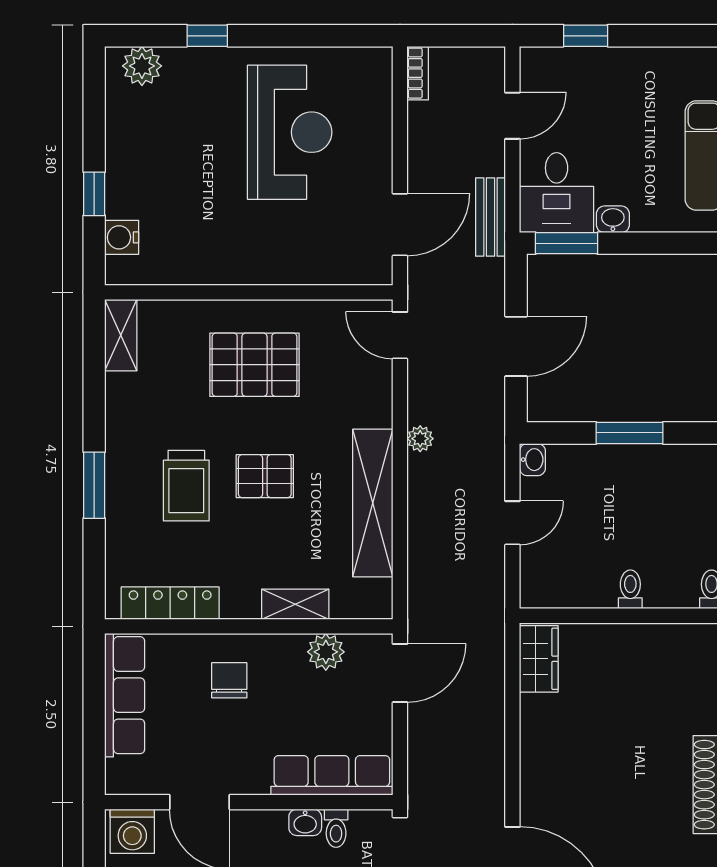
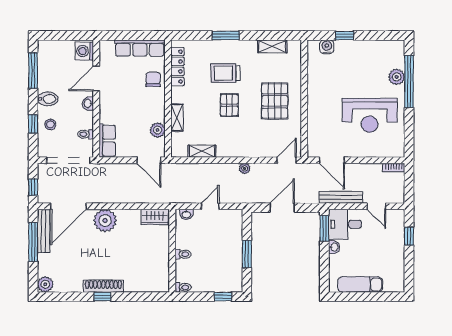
window: (207, 36) -> (409, 82), width x3.17
plant: (142, 66) -> (397, 77), moved
bench: (490, 217) -> (341, 197), width x1.36
shelving: (121, 335) -> (272, 46), moved
door: (516, 346) -> (282, 208), swing flipped
washbasin: (532, 460) -> (186, 214), moved
shelving: (373, 503) -> (202, 151), width x0.45, depth x0.75
door: (512, 523) -> (210, 206), swing flipped
chair: (229, 680) -> (153, 79), moved, turned -90
row of seats: (332, 775) -> (107, 141), width x0.68
plant: (548, 780) -> (105, 221), added
washbasin: (305, 822) -> (88, 103), moved

